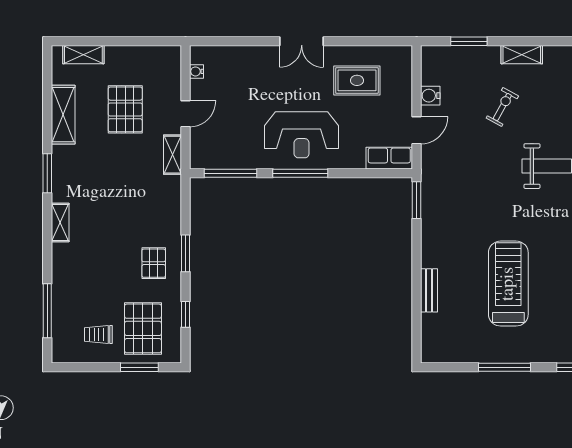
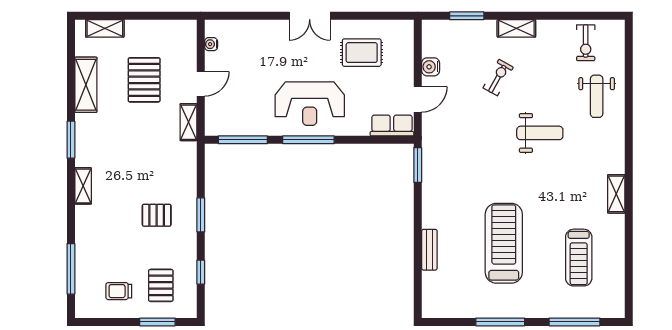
pallet: (154, 263) -> (157, 215), moved, turned 90
pallet: (143, 328) -> (161, 285), width x0.67, depth x0.71

